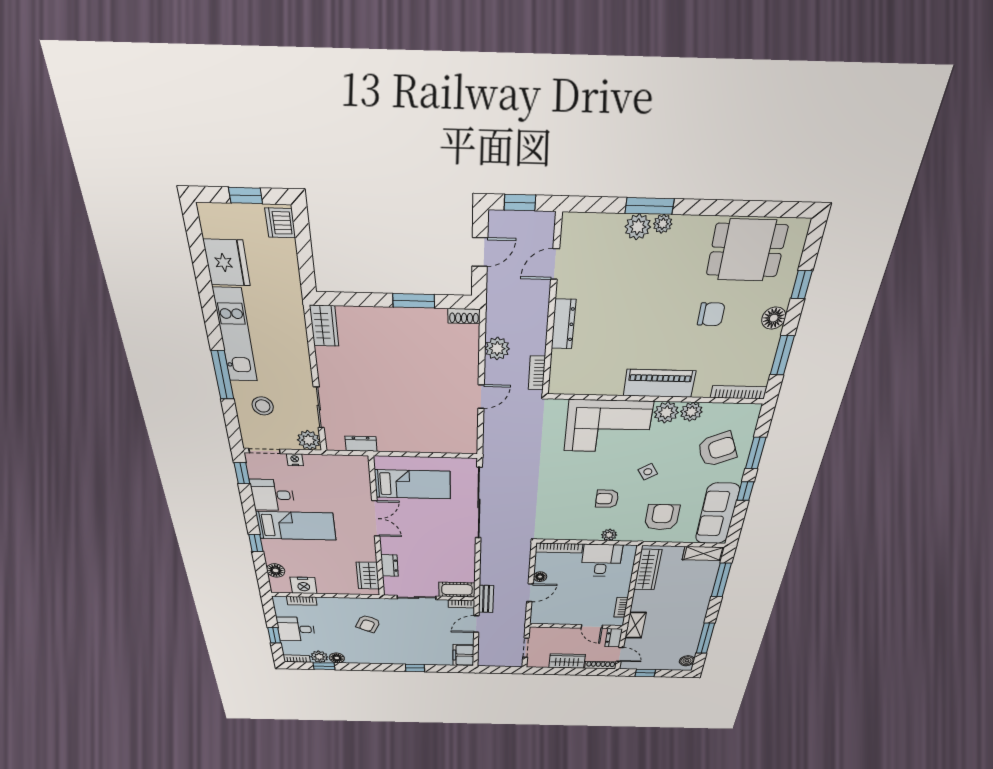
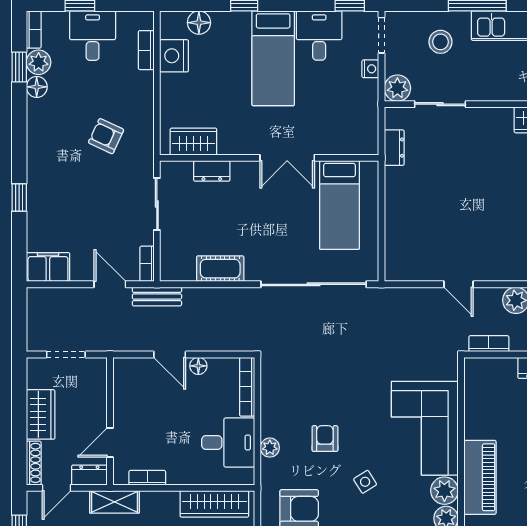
cot: (457, 590) -> (220, 269), moved, turned 90

